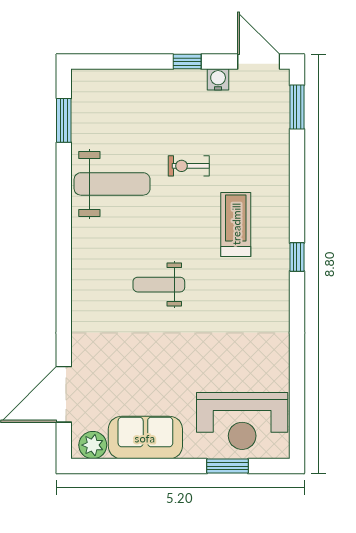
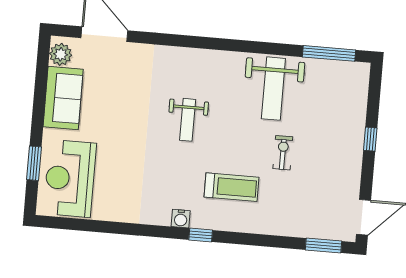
window: (187, 62) -> (370, 139), moved
water cooler: (218, 79) -> (181, 219), moved, turned 90
window: (64, 120) -> (329, 53), width x1.44
weight bench: (159, 285) -> (188, 120), turned 180

